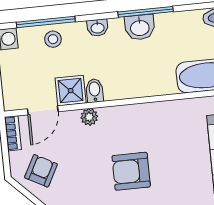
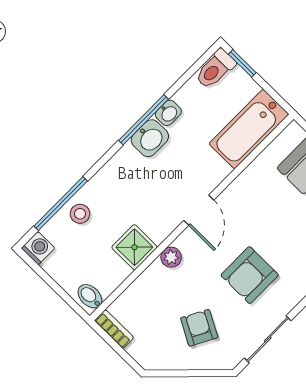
washbasin: (97, 28) -> (168, 113), moved
bidet: (95, 91) -> (90, 296), moved
door: (43, 110) -> (199, 210), moved
armchair: (41, 171) -> (199, 328), moved

